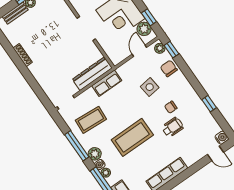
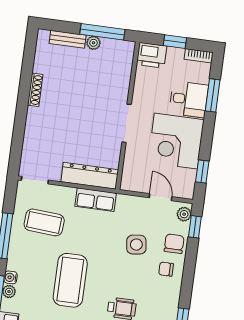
plant: (144, 29) -> (186, 179), removed
door: (139, 51) -> (161, 197), hinge flipped
chair: (171, 107) -> (166, 269), moved
coffee table: (132, 137) -> (70, 280), turned 90
plant: (95, 154) -> (16, 261), removed

